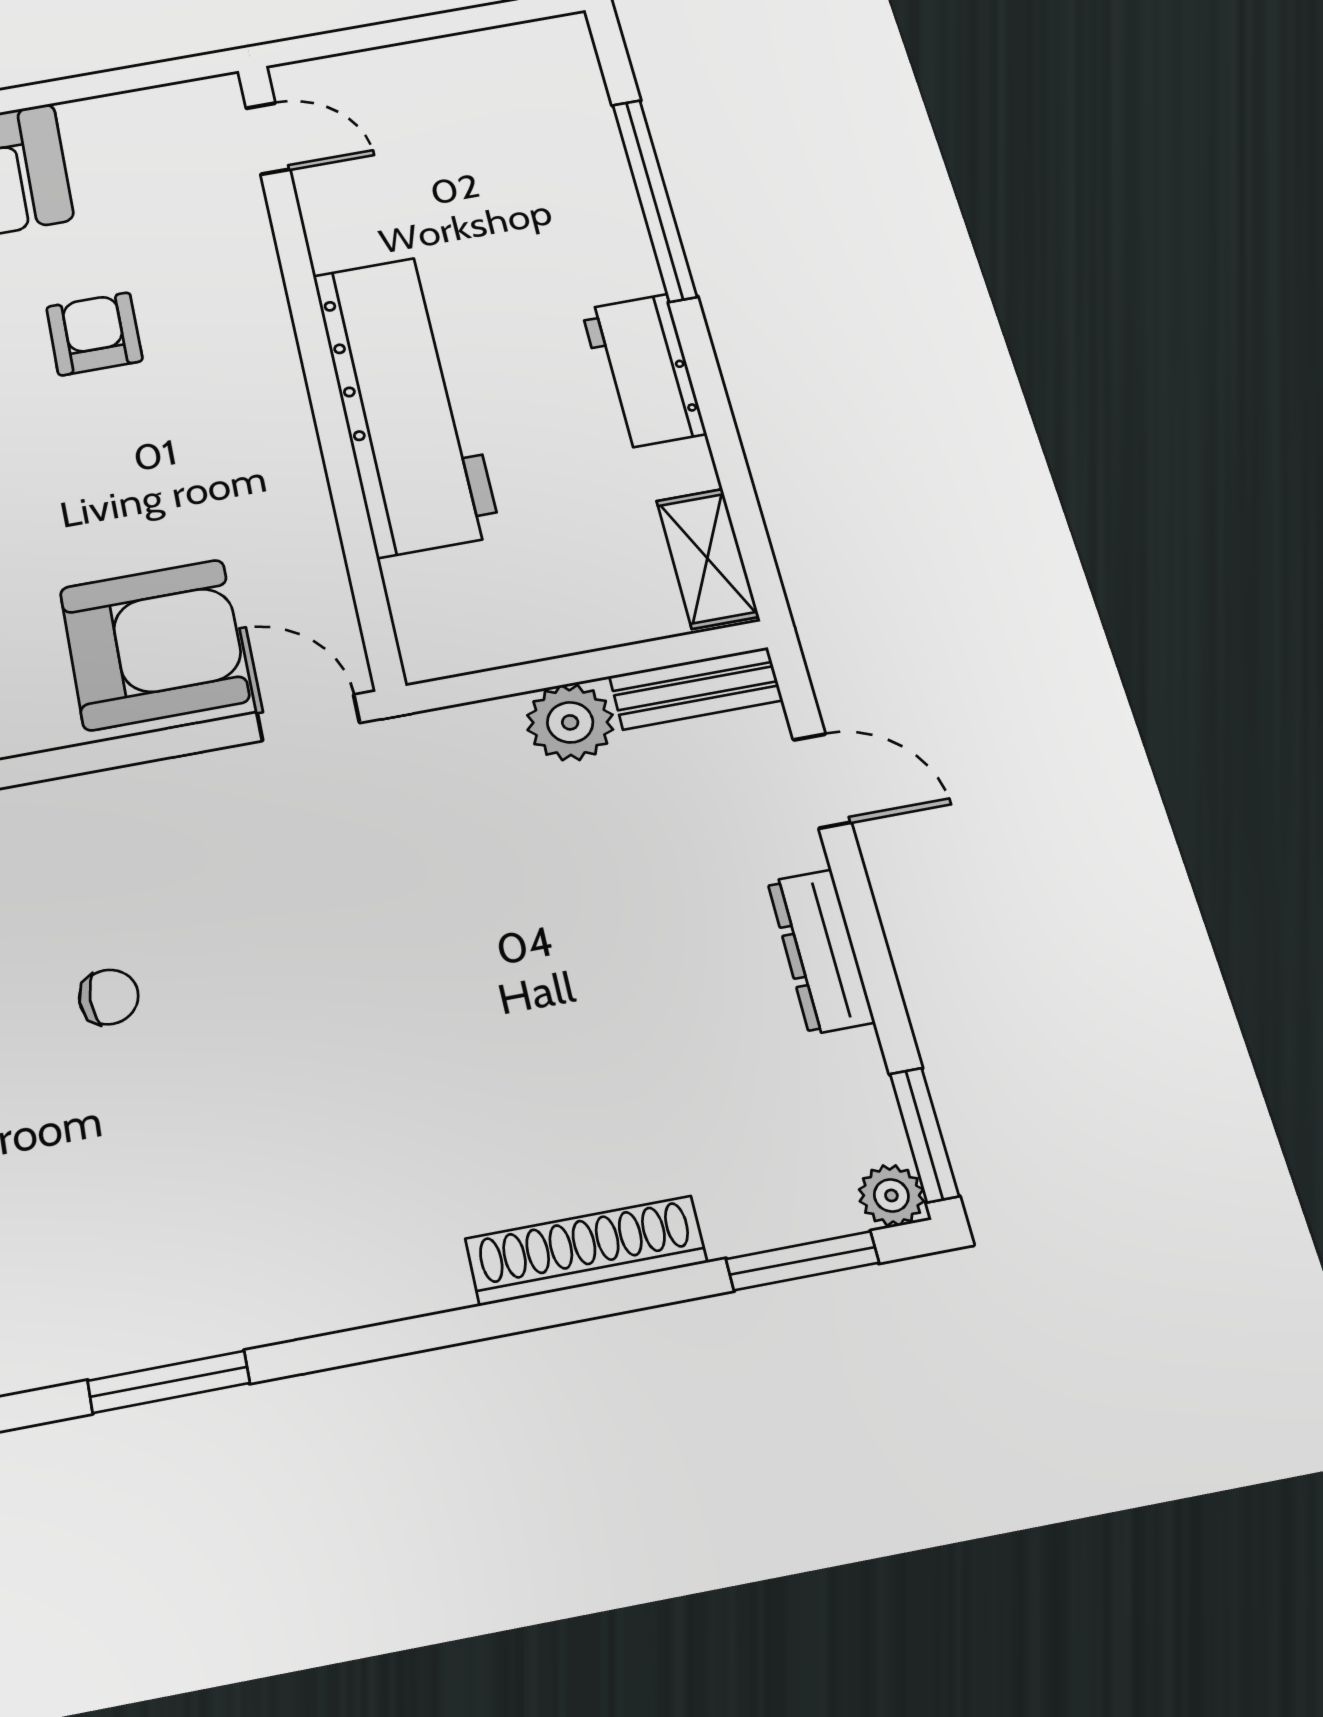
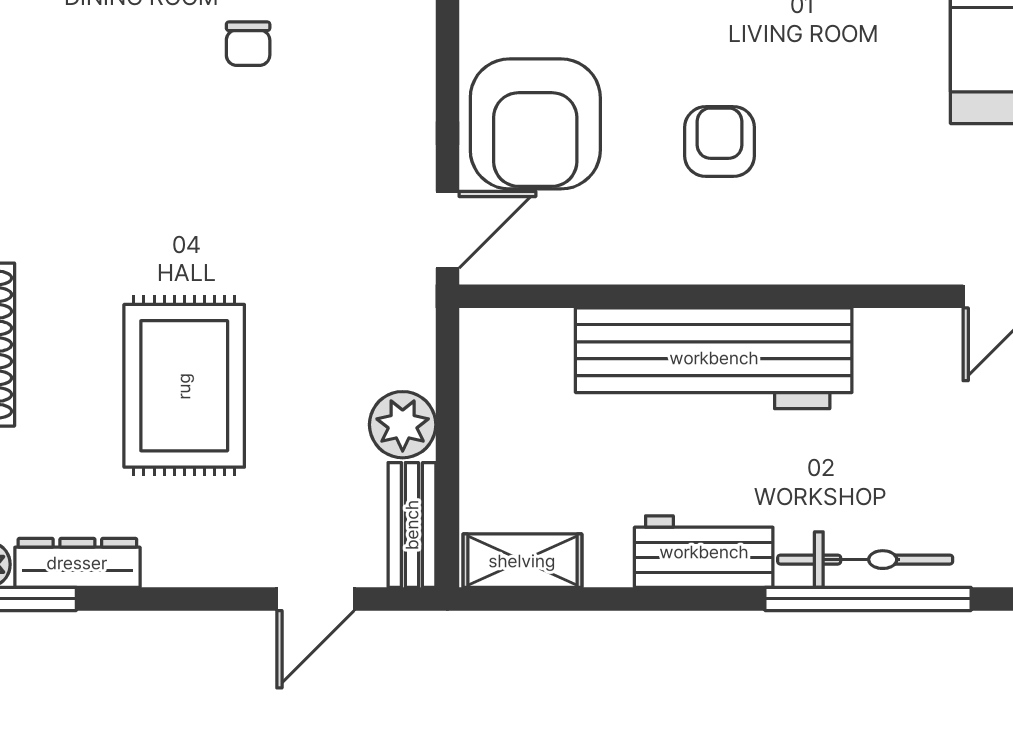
bicycle: (609, 210) -> (865, 560), added
armchair: (94, 334) -> (720, 142), moved, turned -90
dresser: (821, 951) -> (77, 563), moved
rug: (583, 990) -> (184, 386), added

